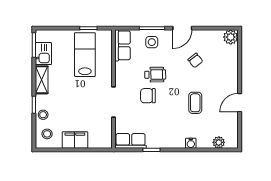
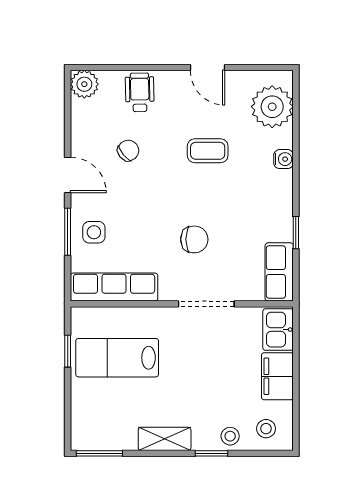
row of seats: (123, 45) -> (114, 287), width x1.48
kitchen sink: (43, 54) -> (278, 330), moved, turned -90
wheelchair: (155, 75) -> (140, 92), moved
chair: (148, 96) -> (194, 239), turned -90
plant: (219, 142) -> (272, 107), width x1.87, depth x1.87

